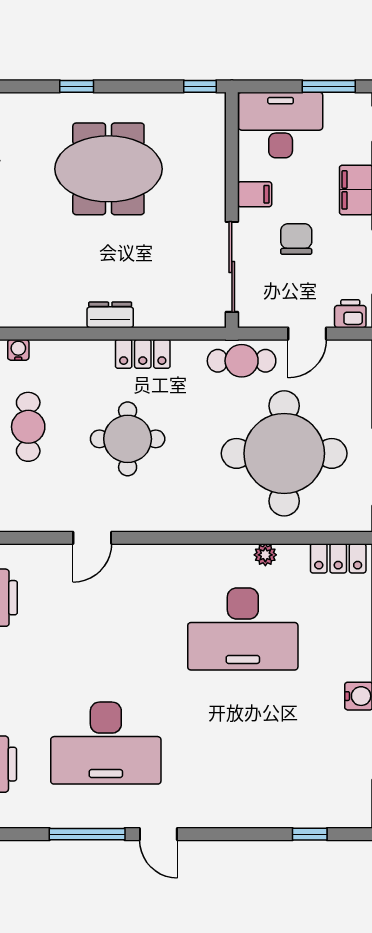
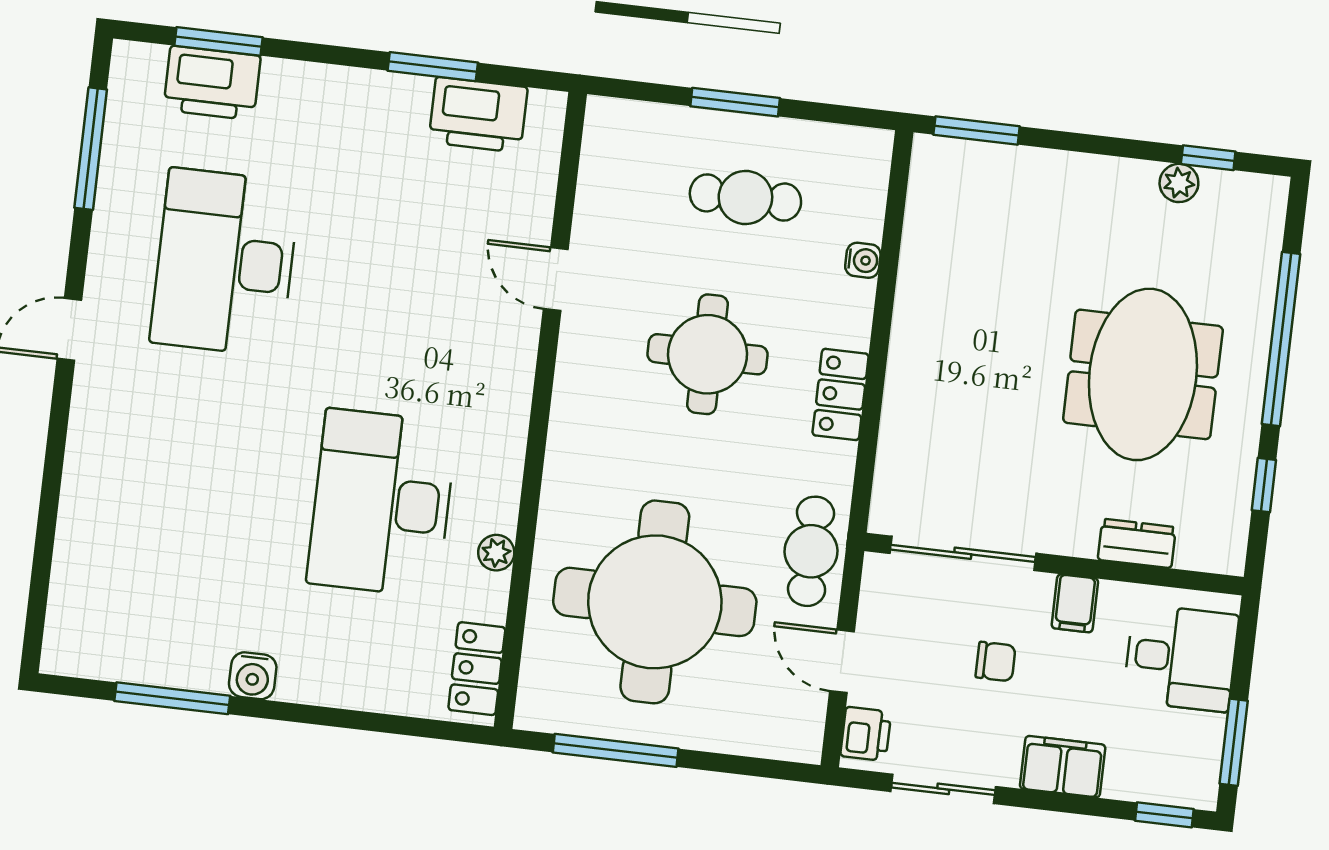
window: (77, 86) -> (1281, 339), width x3.17
window: (200, 86) -> (1264, 485), moved
desk: (281, 125) -> (1181, 658), width x0.73
chair: (296, 239) -> (996, 662), width x0.73, depth x0.73
dresser: (110, 315) -> (1137, 543), moved, turned -90
water cooler: (18, 350) -> (863, 260), moved
window: (87, 834) -> (91, 149), moved
window: (310, 834) -> (41, 571), removed

